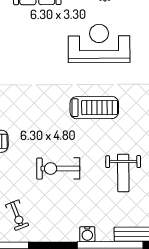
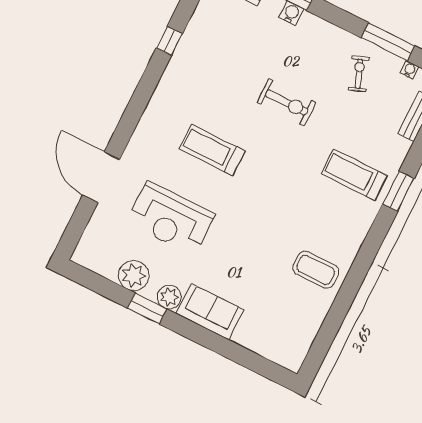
weight bench: (123, 173) -> (217, 61), removed

